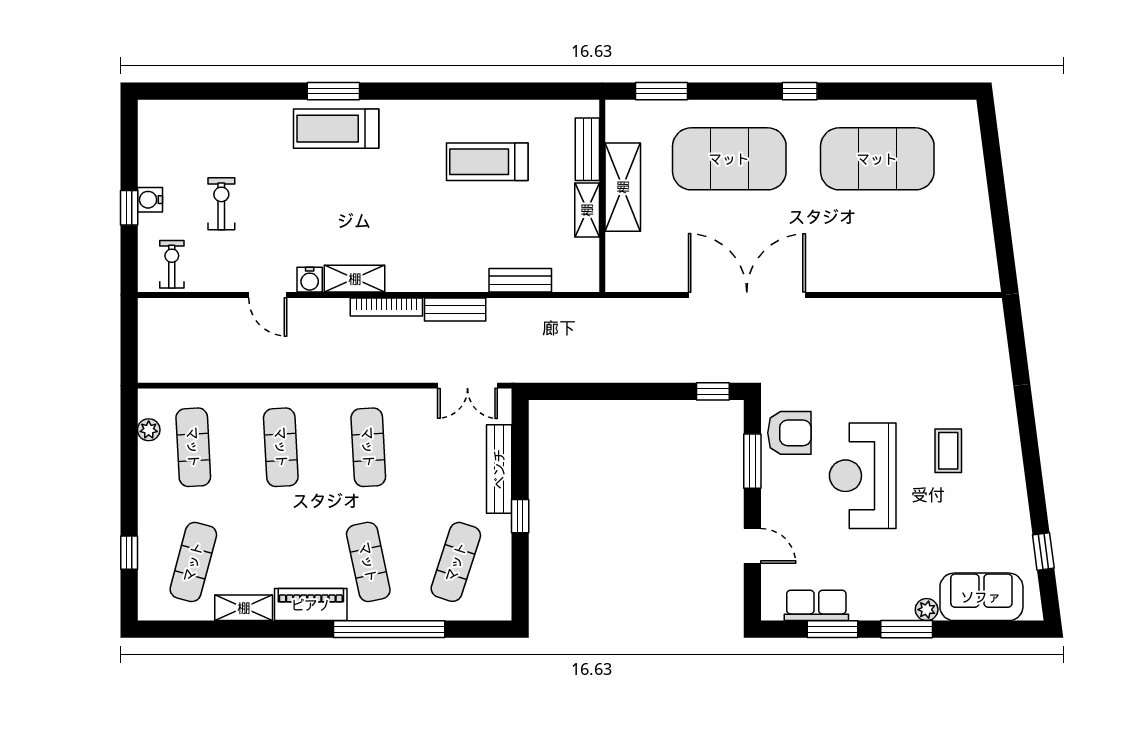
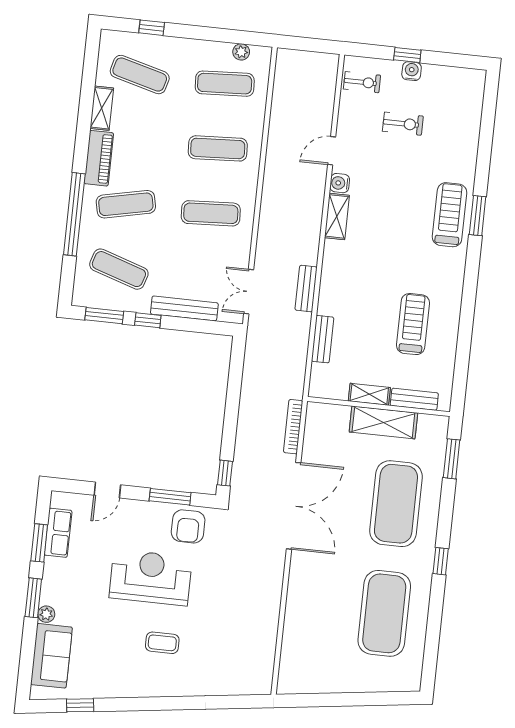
bookcase: (386, 307) -> (293, 427), moved
window: (520, 575) -> (104, 316), added

